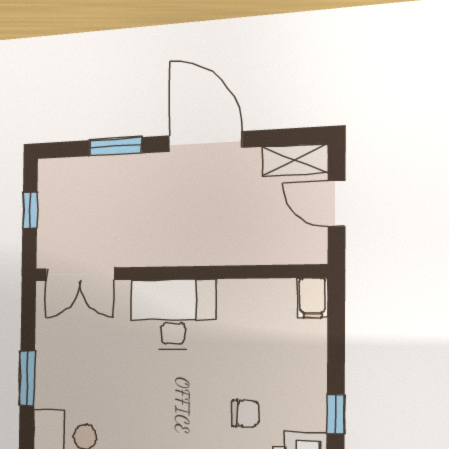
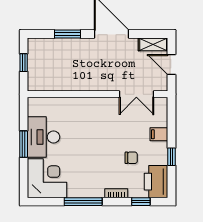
double door: (80, 274) -> (136, 94), moved
filing cabinet: (312, 298) -> (159, 134), moved, turned 90
desk: (173, 314) -> (44, 137), moved, turned -90

